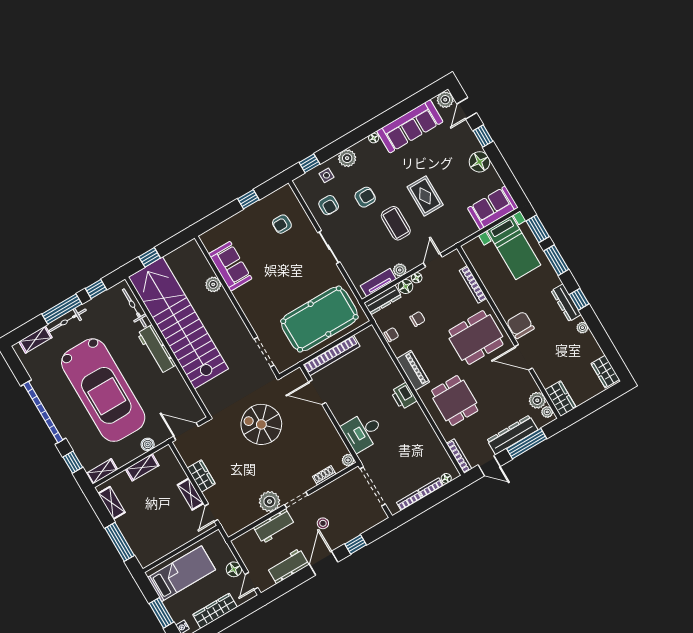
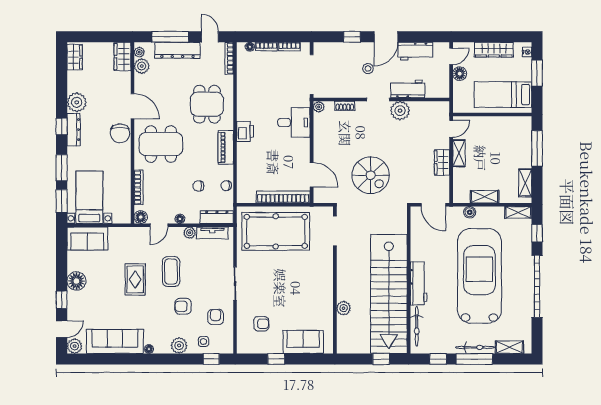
sofa: (230, 266) -> (303, 342), moved, turned 90
floor lamp: (406, 286) -> (141, 217), moved
plant: (582, 328) -> (77, 102), width x1.88, depth x1.88

